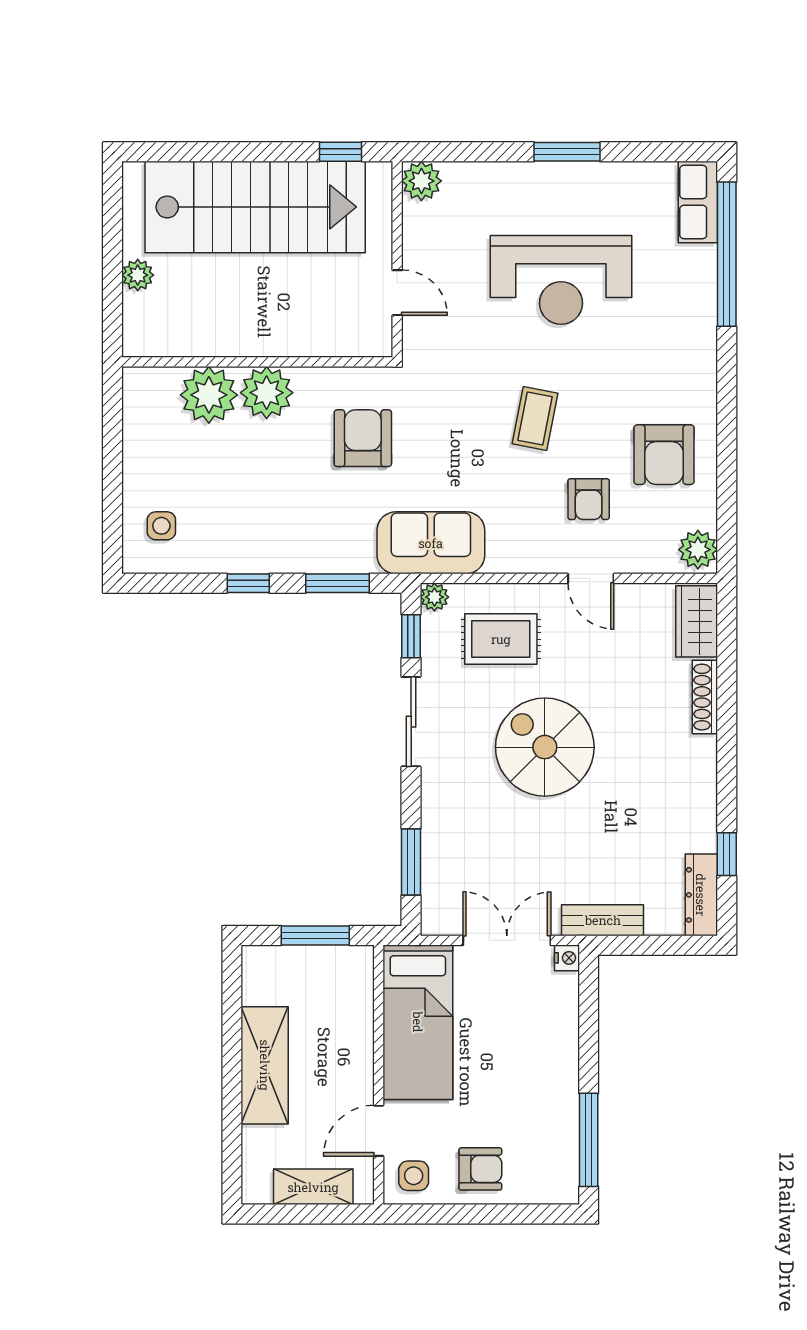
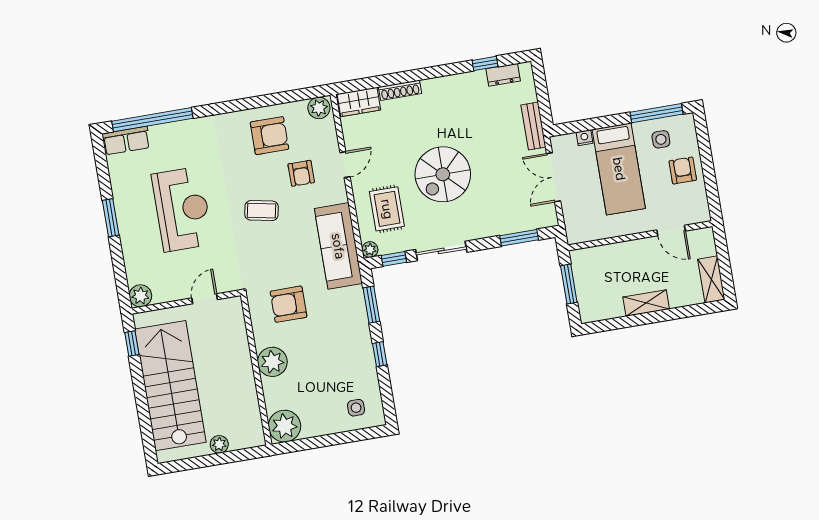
plant: (209, 395) -> (285, 426), moved
armchair: (589, 499) -> (301, 173), turned 90
sofa: (431, 543) -> (338, 246), width x1.36
dresser: (701, 895) -> (503, 75), width x0.70
nightstand: (567, 958) -> (584, 138), moved
bed: (418, 1022) -> (619, 169), moved, turned 90
shelving: (265, 1065) -> (646, 303), width x0.67, depth x0.75
side table: (414, 1176) -> (661, 139), moved
shelving: (313, 1187) -> (711, 279), moved

